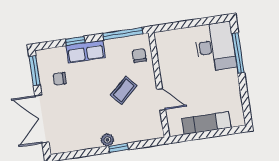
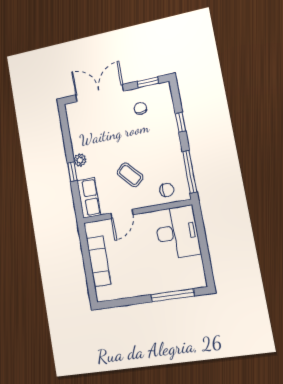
desk: (215, 47) -> (177, 232), moved, turned -90
row of seats: (86, 52) -> (89, 198), moved, turned 180
window: (35, 71) -> (148, 82), width x0.67

